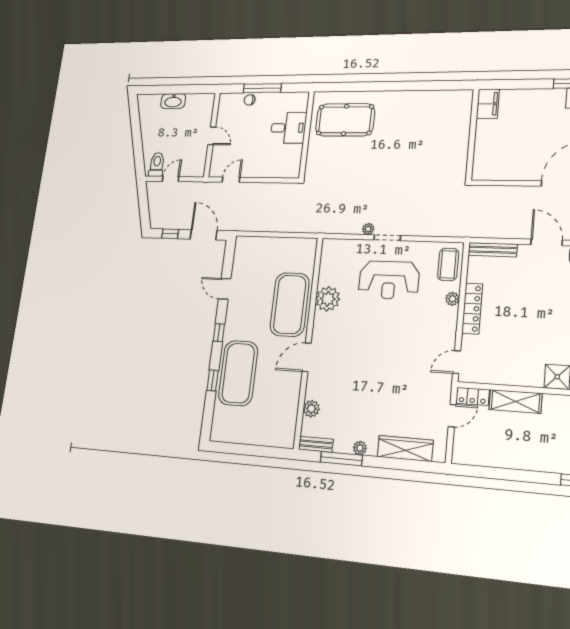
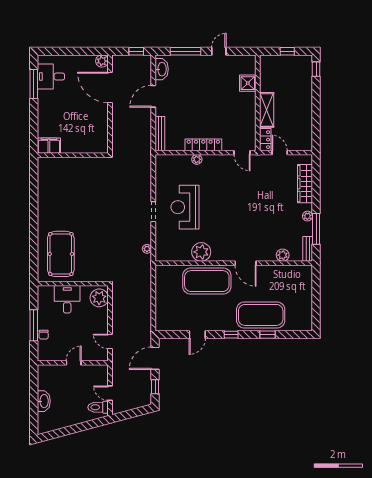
plant: (285, 167) -> (99, 298), added
plant: (368, 229) -> (147, 249), moved
coffee table: (448, 264) -> (172, 165), removed
reception desk: (389, 280) -> (185, 207), turned 180

